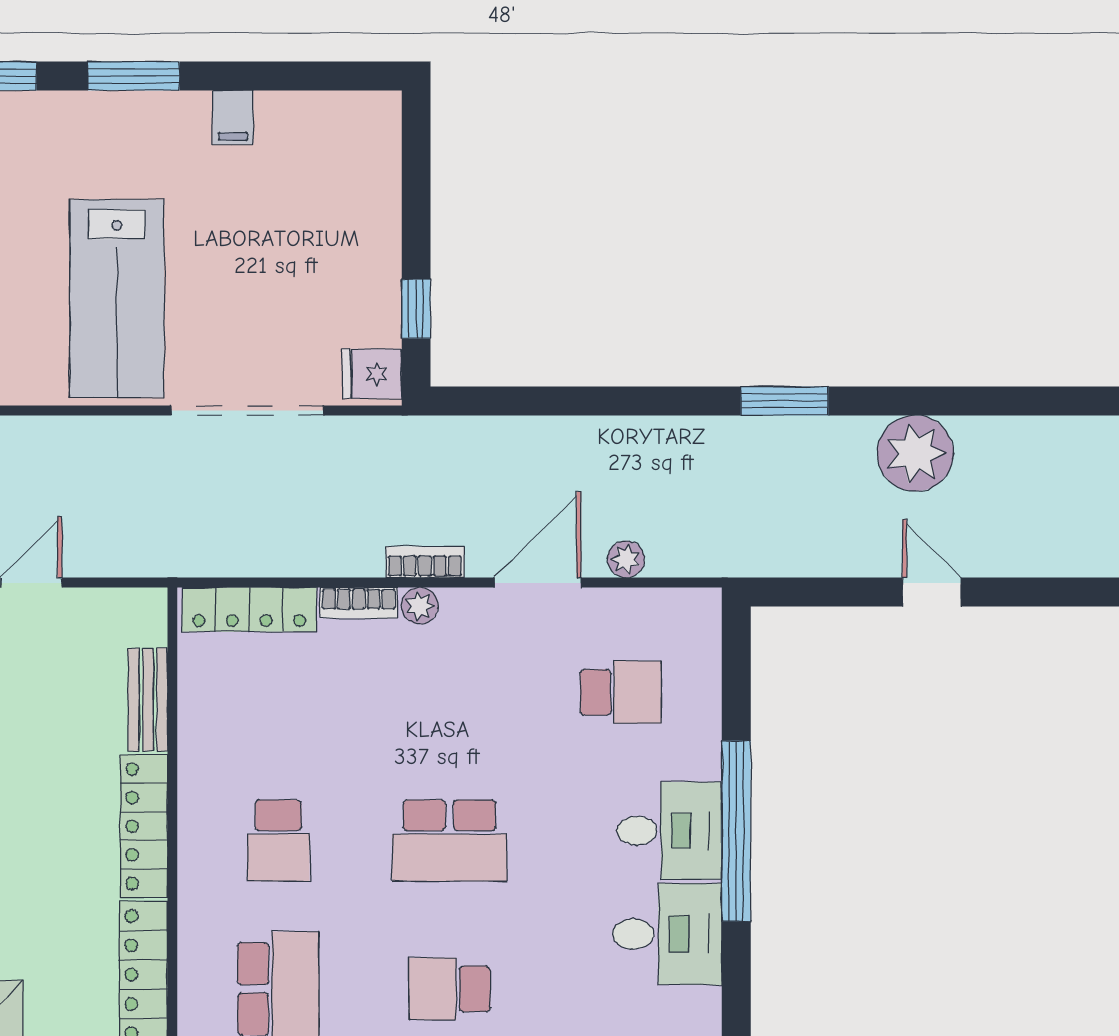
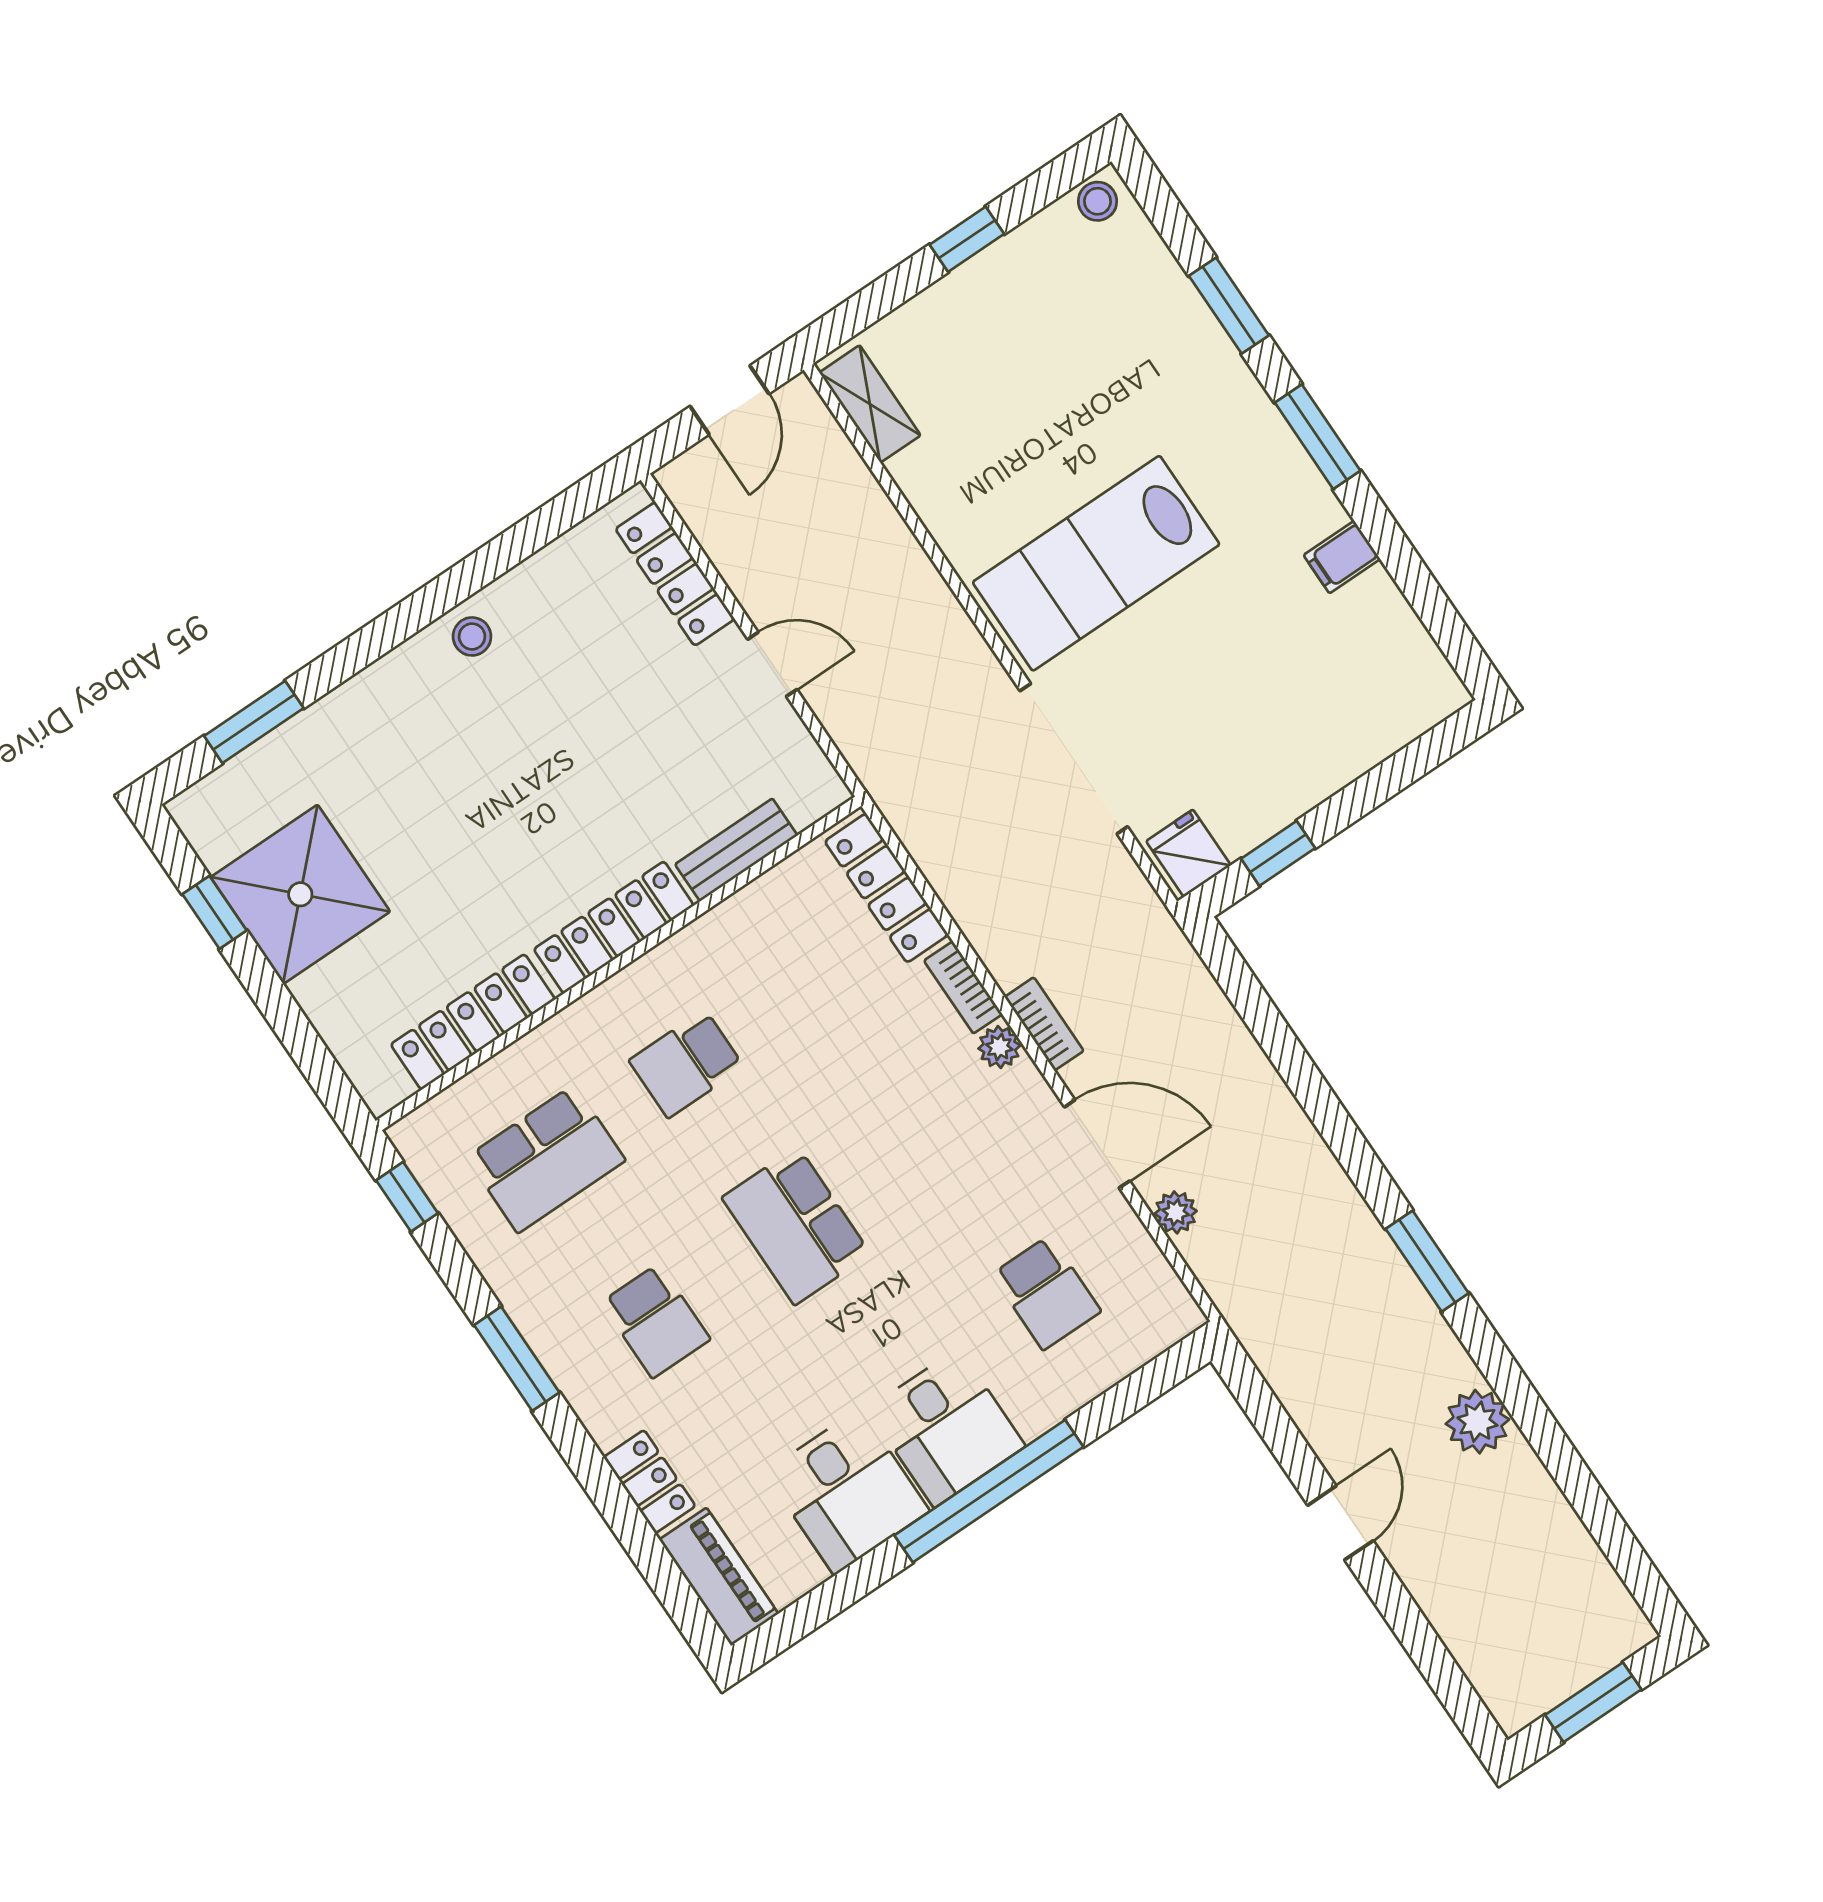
plant: (915, 453) -> (1477, 1422), width x0.73, depth x0.73
school desk: (450, 989) -> (656, 1321), turned 180

